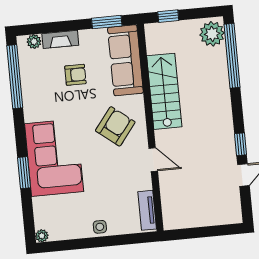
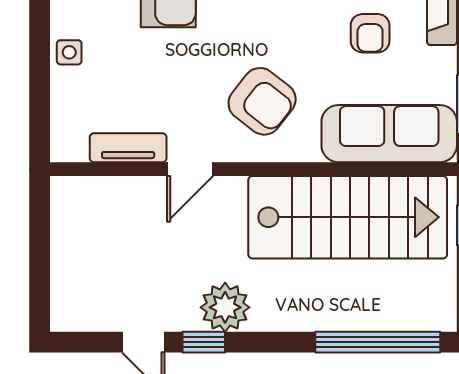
plant: (212, 34) -> (225, 307), moved
stairs: (164, 91) -> (348, 217), width x1.36, depth x1.51
tv unit: (147, 210) -> (128, 148), moved

